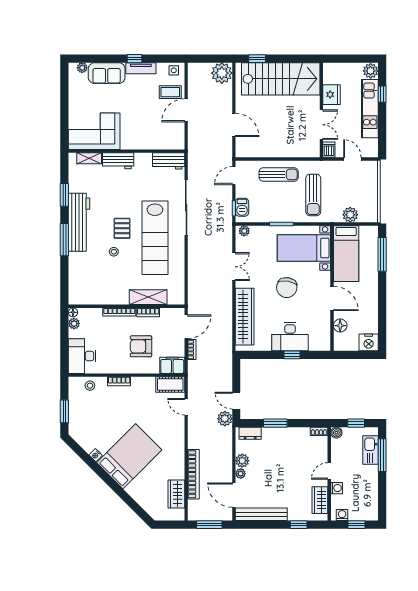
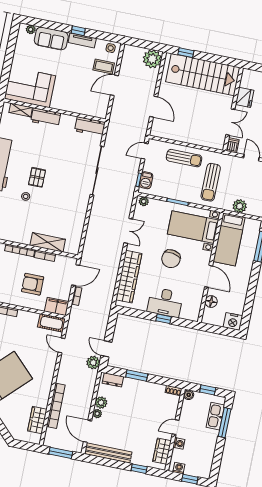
lab bench: (155, 238) -> (64, 191), removed

